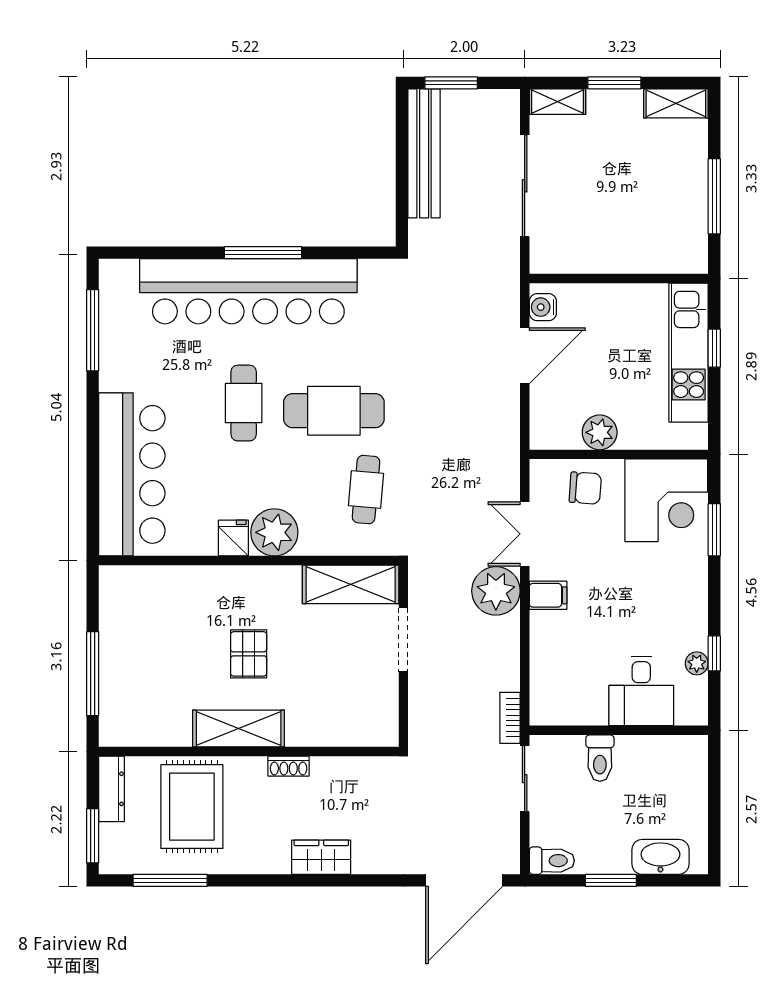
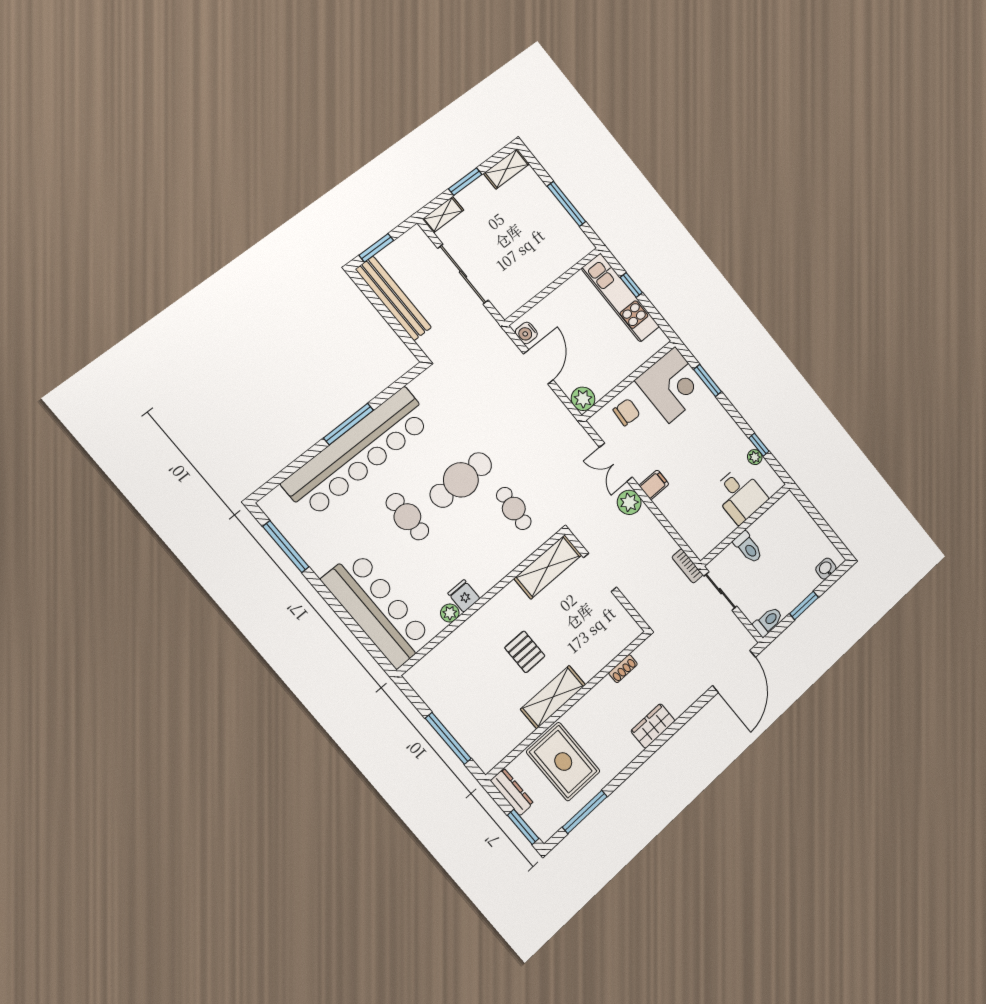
plant: (600, 432) -> (583, 399), moved
plant: (274, 532) -> (450, 613), moved, width x0.53, depth x0.53
plant: (496, 591) -> (629, 502), width x0.73, depth x0.73
shoe rack: (289, 766) -> (623, 669), moved
washbasin: (660, 857) -> (826, 569), width x0.52, depth x0.69

